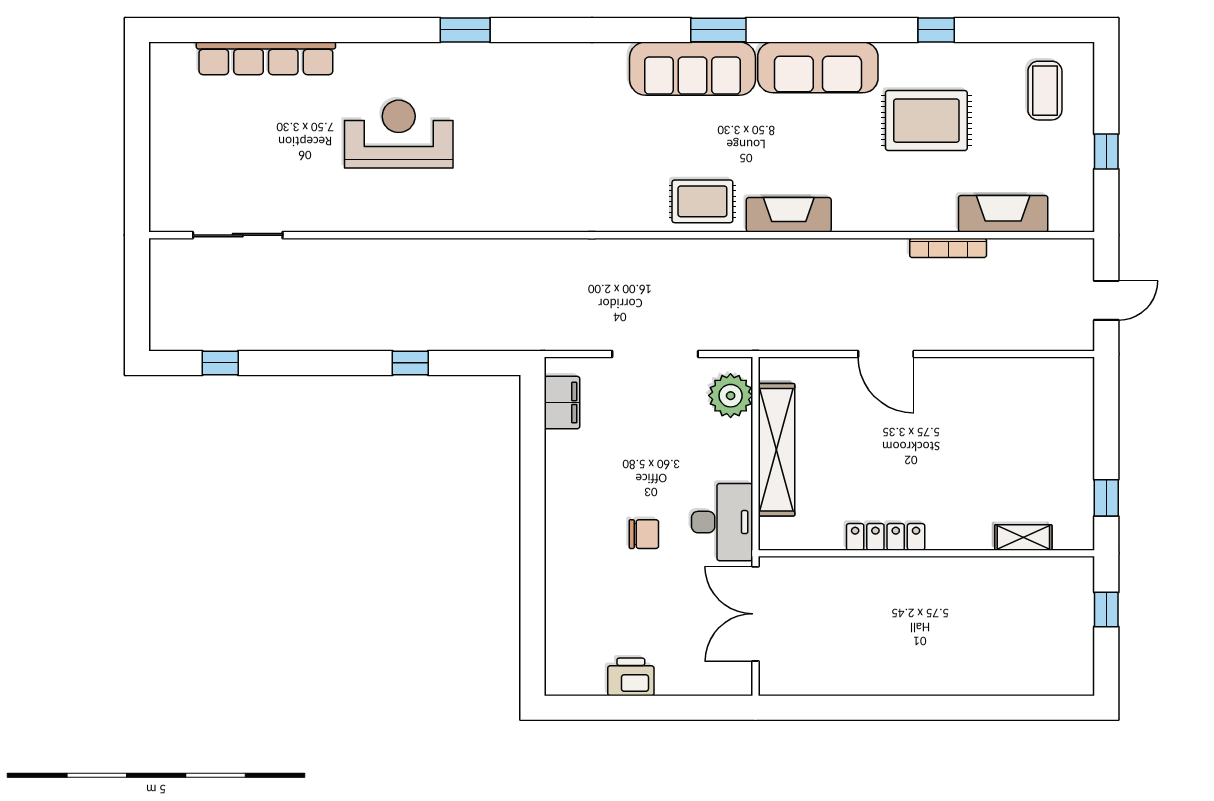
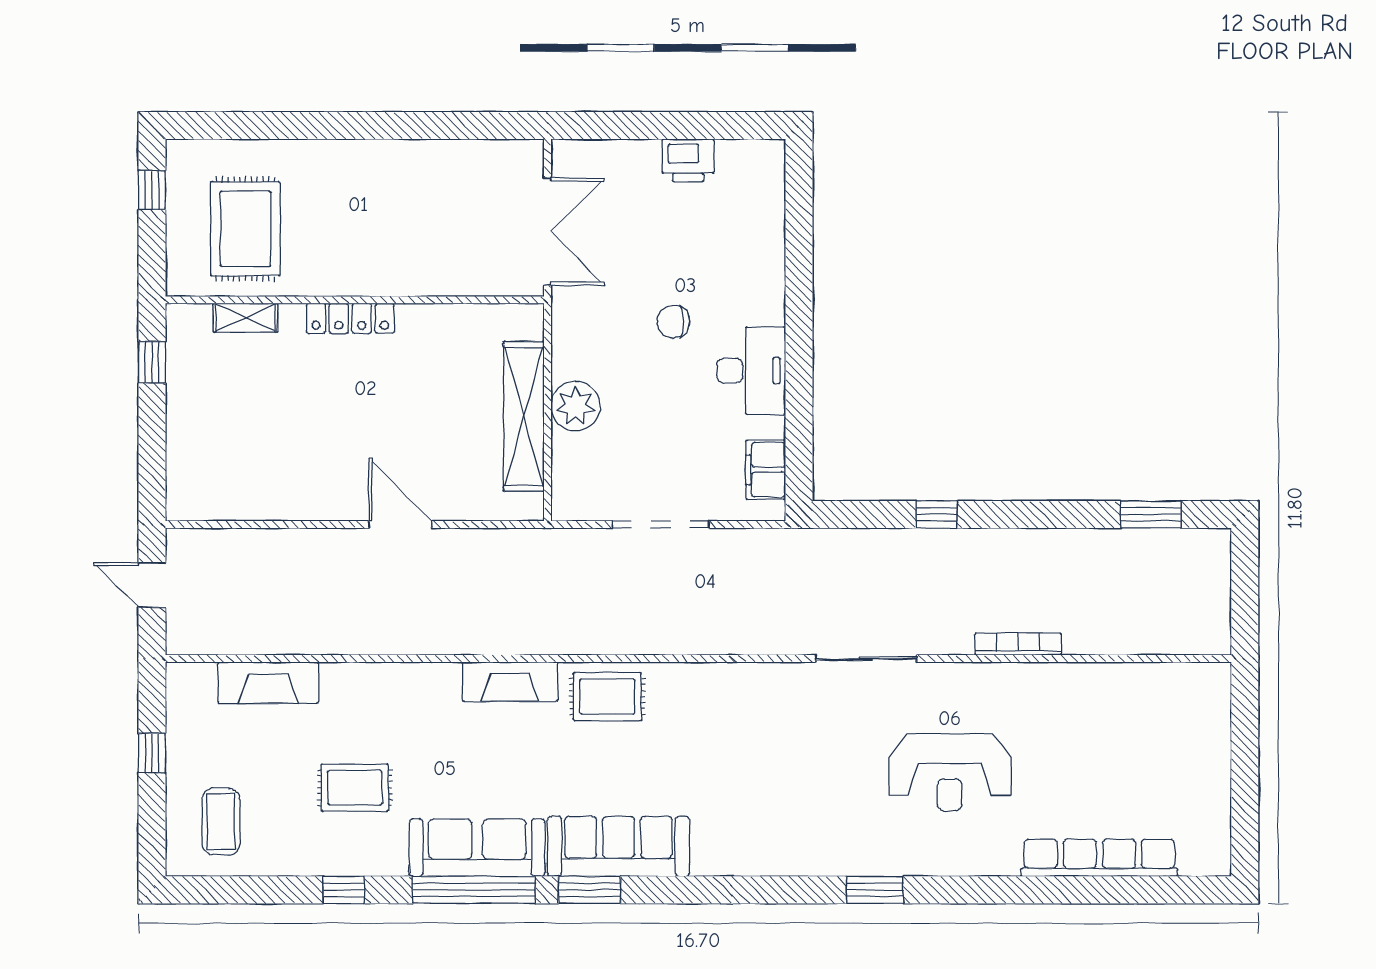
window: (821, 30) -> (474, 890), added
rug: (926, 121) -> (355, 788), width x0.73, depth x0.70
sliding door: (238, 235) -> (866, 659), moved
bookcase: (948, 248) -> (1018, 644), moved
door: (1106, 300) -> (152, 585), hinge flipped
window: (220, 363) -> (1151, 514), width x1.50
plant: (731, 396) -> (576, 406), moved
desk: (722, 522) -> (751, 371), moved, turned 180
locker: (886, 537) -> (350, 318), moved
window: (1106, 609) -> (152, 190), moved
rug: (1023, 616) -> (245, 229), added

